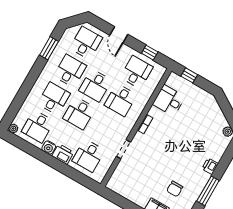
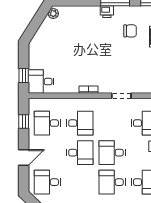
desk: (70, 71) -> (80, 182), removed
desk: (169, 101) -> (41, 82), moved, turned 90
desk: (79, 113) -> (112, 153), turned 180
printer: (210, 166) -> (107, 12), moved

